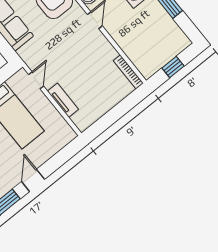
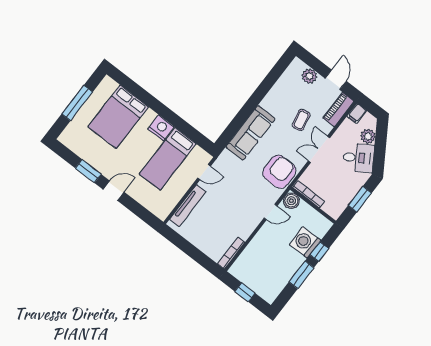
tv unit: (63, 100) -> (188, 206), width x1.41

